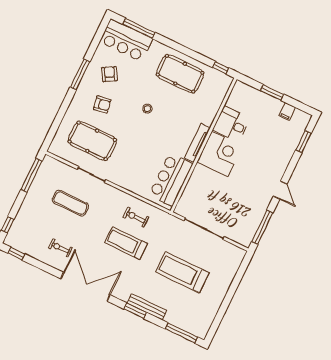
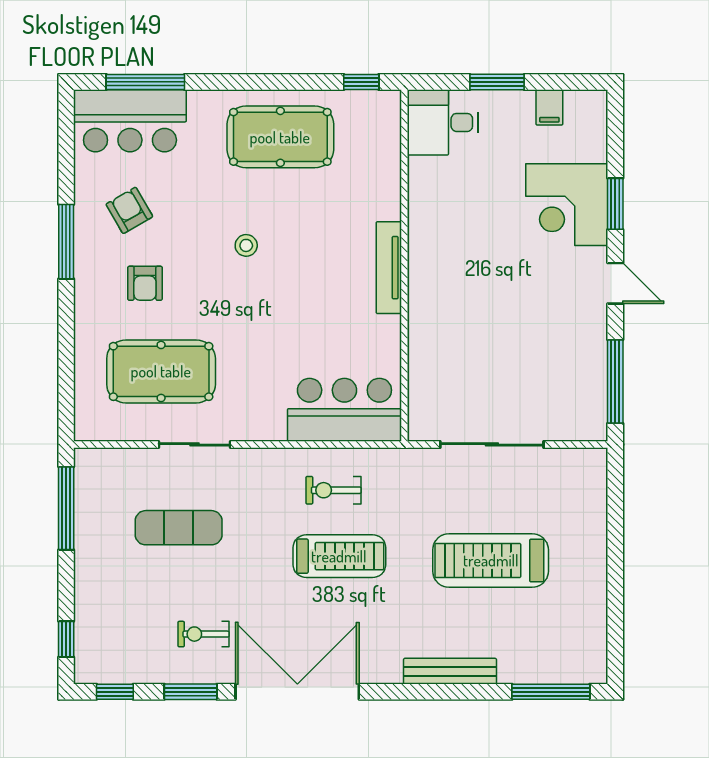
armchair: (102, 104) -> (145, 283), turned 100
desk: (231, 124) -> (443, 122), moved
window: (303, 142) -> (615, 204), moved
corner desk: (220, 154) -> (567, 205), moved, turned 180
bar counter: (171, 179) -> (344, 410), moved, turned 90
treadmill: (126, 243) -> (339, 556), turned 180
window: (135, 311) -> (191, 692), moved

